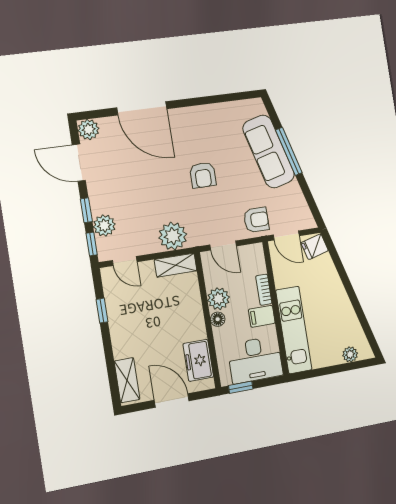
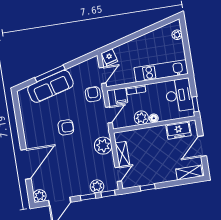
shelving: (176, 265) -> (122, 154), moved
filing cabinet: (262, 316) -> (121, 96), moved

